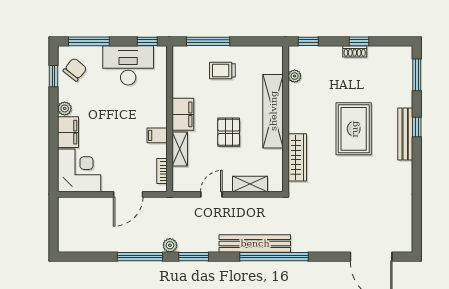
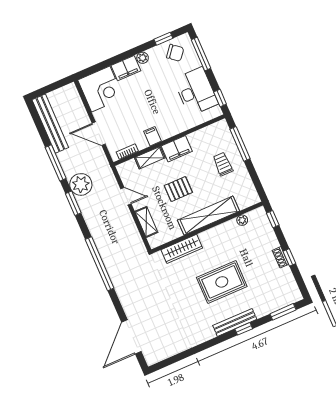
bench: (255, 243) -> (50, 124), moved
plant: (170, 245) -> (81, 184), width x1.88, depth x1.88

